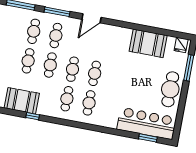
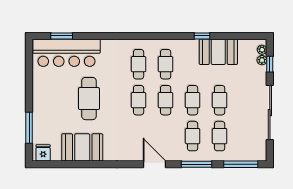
door: (92, 18) -> (154, 164), hinge flipped
cafe table: (170, 89) -> (89, 99), moved

